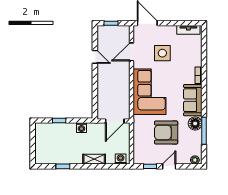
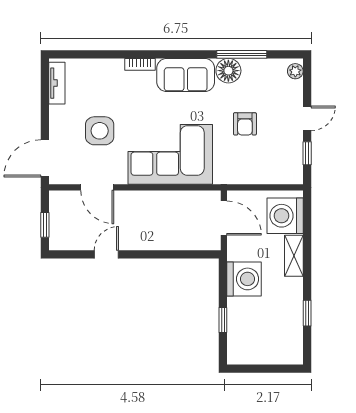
washing machine: (81, 128) -> (244, 279), width x1.89, depth x1.89
armchair: (166, 132) -> (245, 124), width x0.53, depth x0.53
washing machine: (121, 159) -> (285, 216), width x1.89, depth x1.89
door: (169, 166) -> (307, 118), swing flipped

